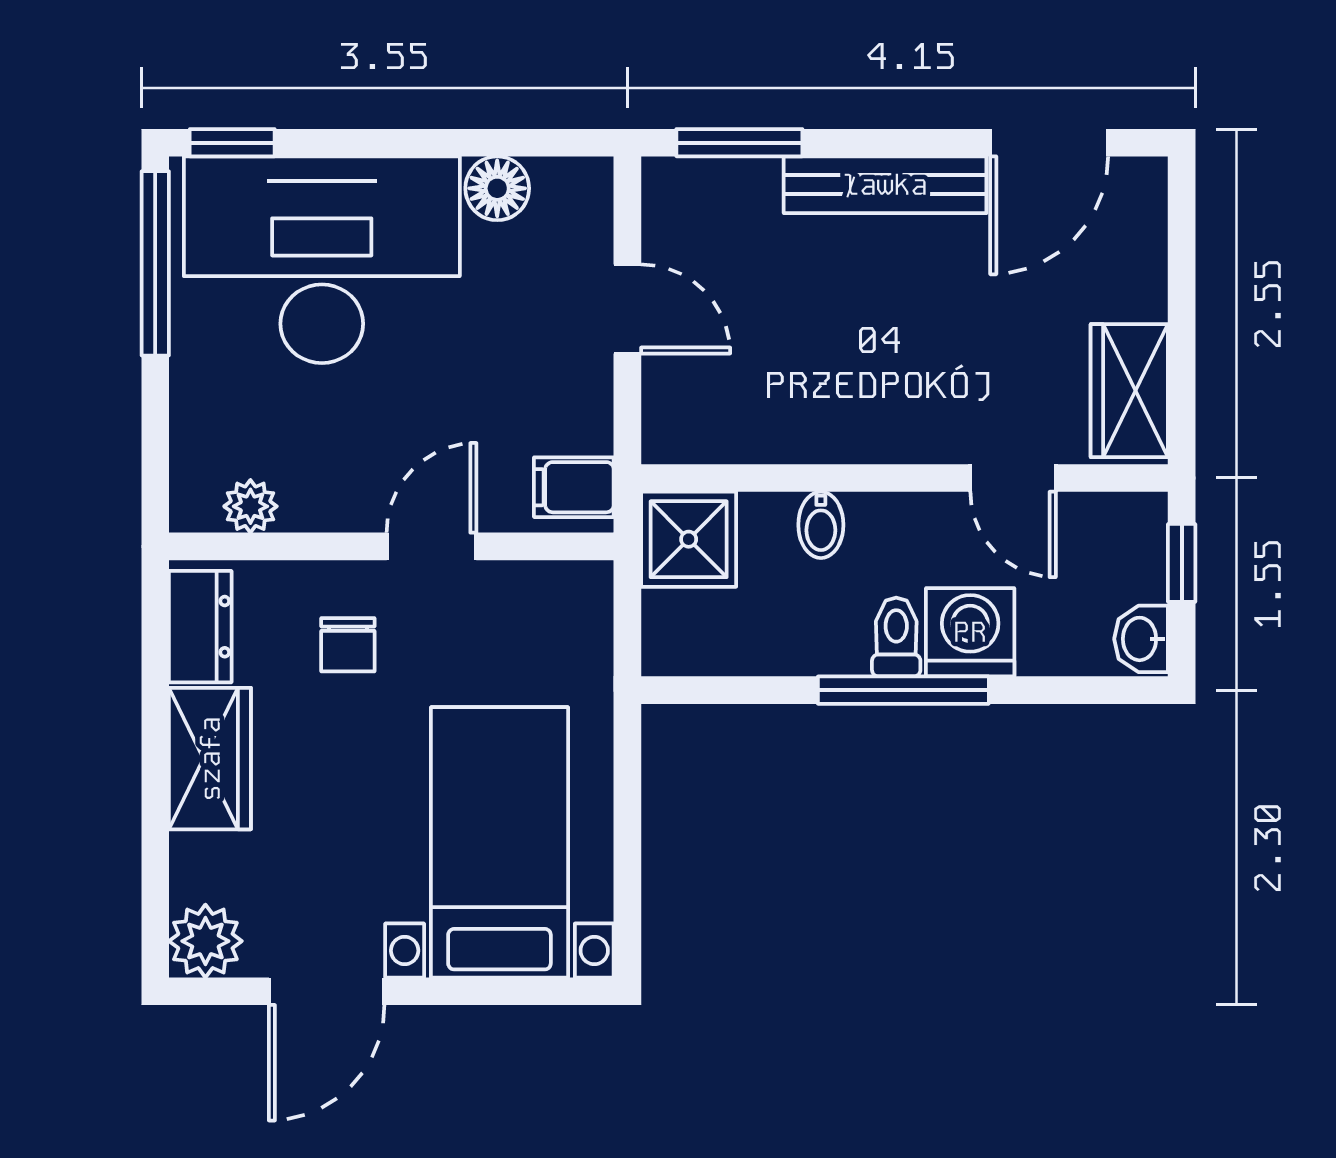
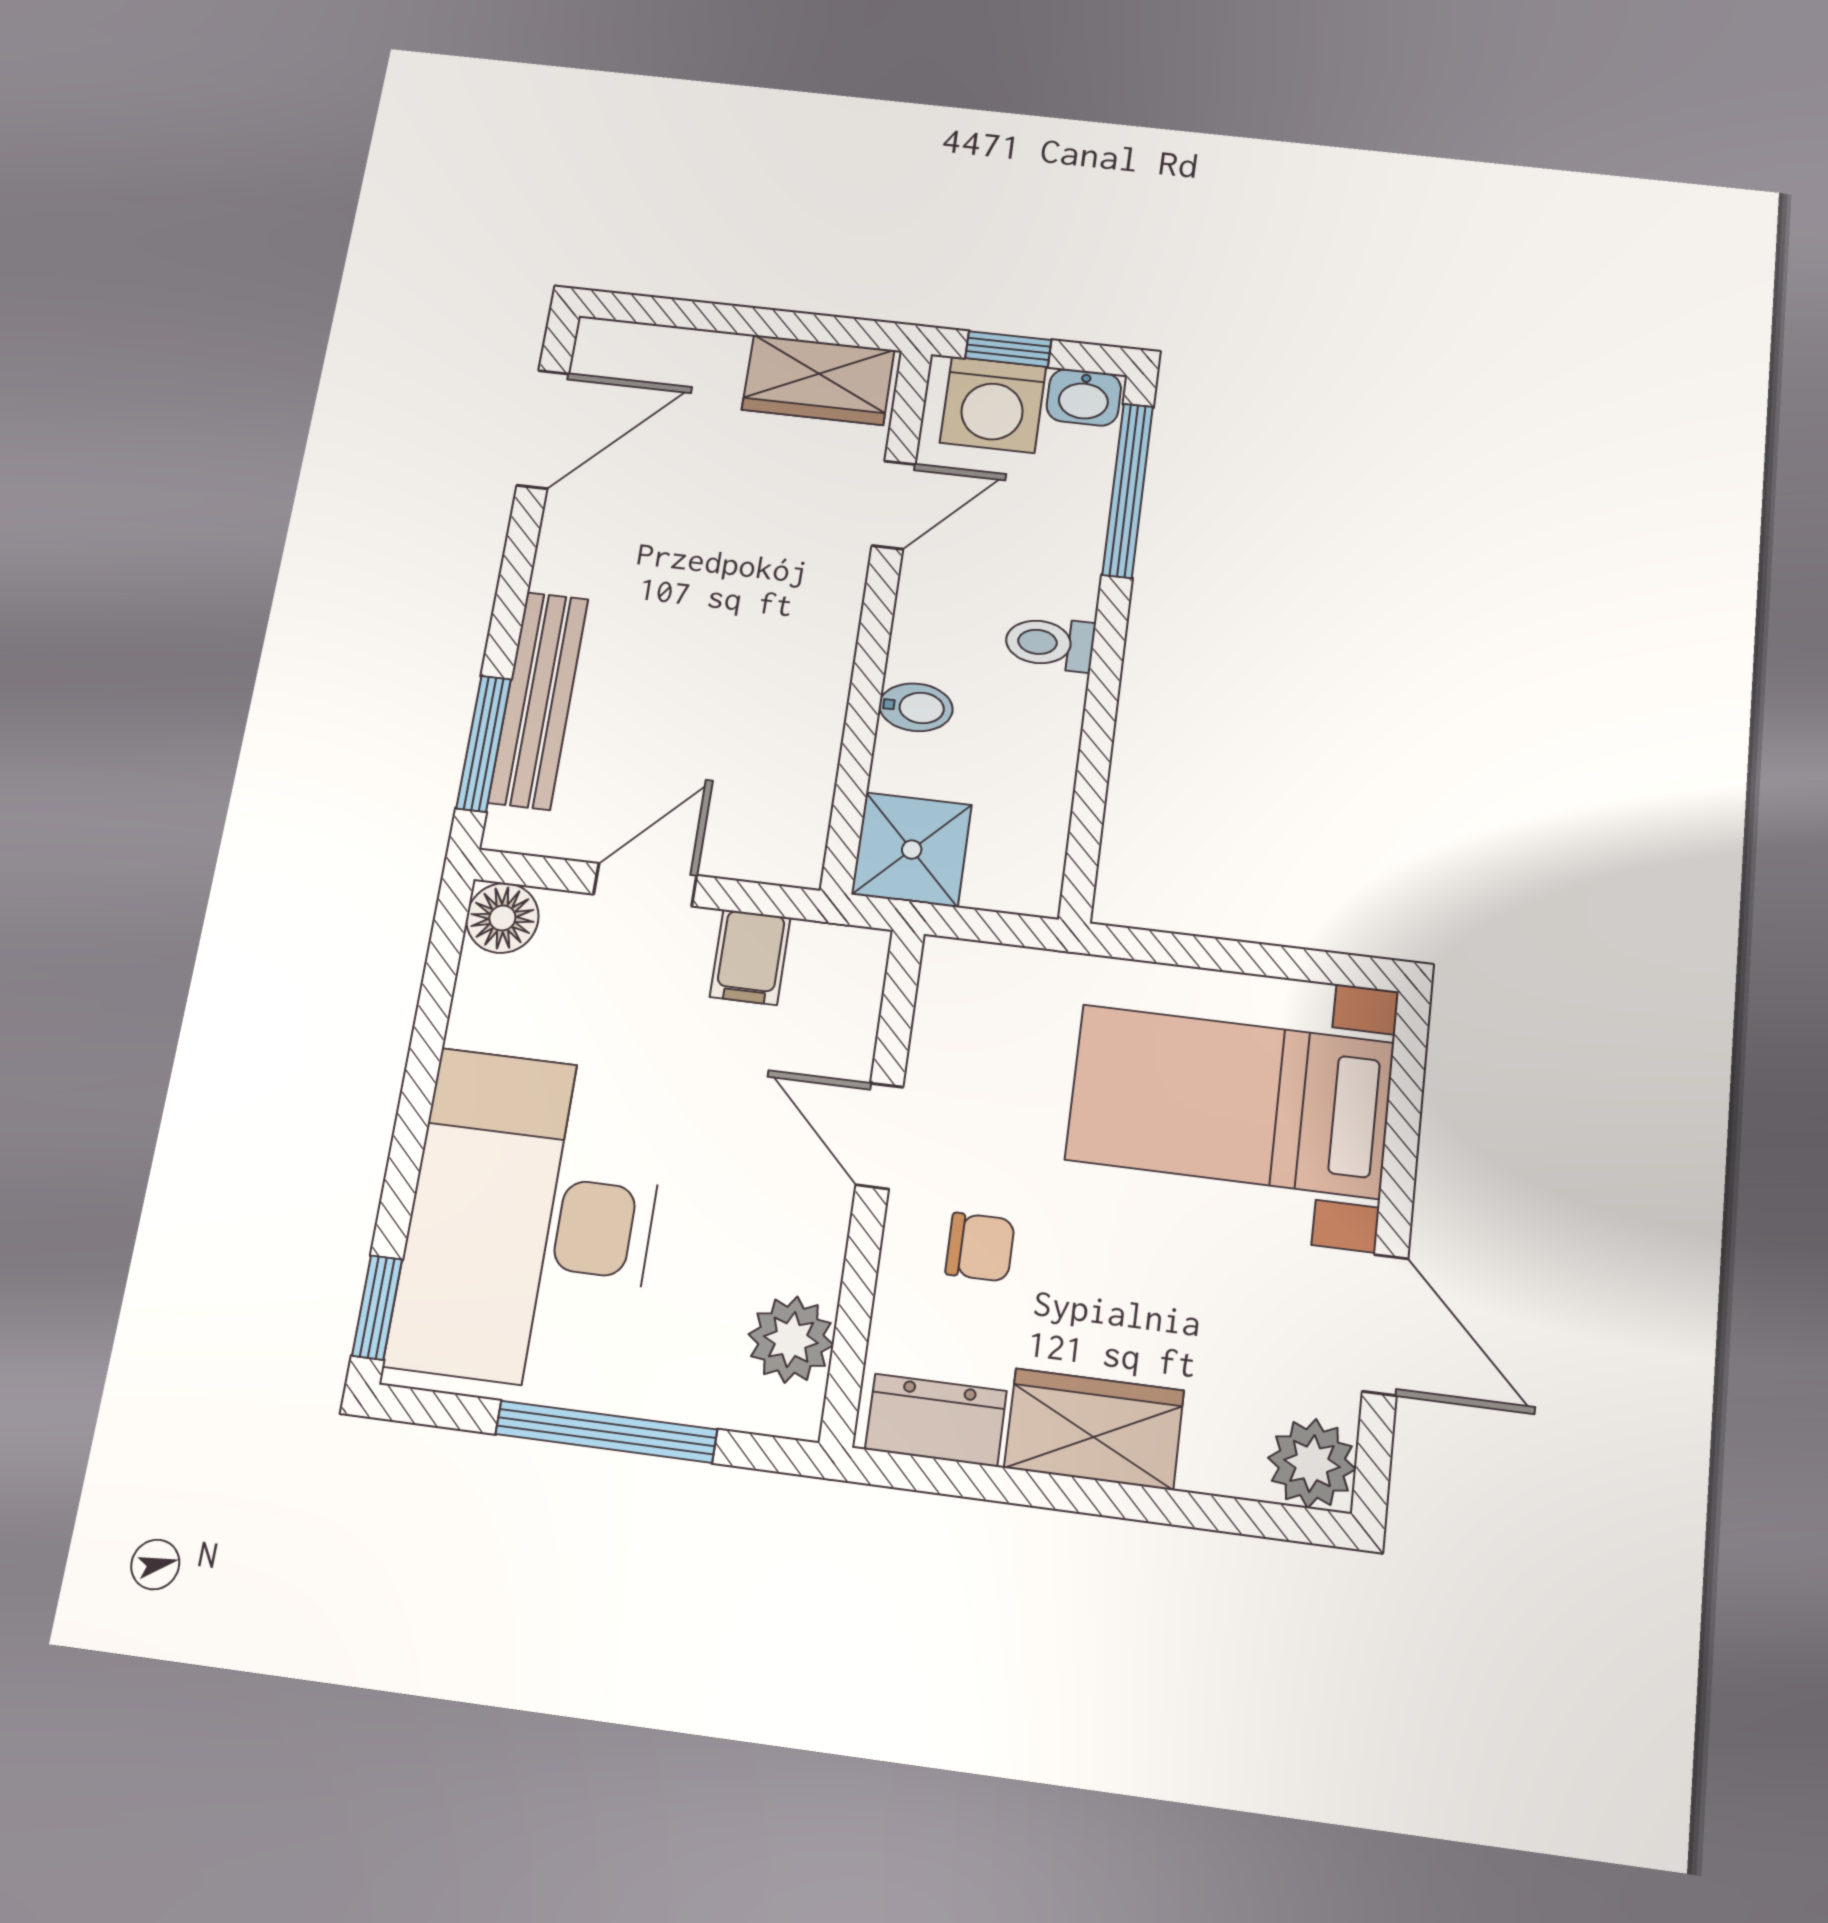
door: (1049, 143) -> (543, 429), hinge flipped
bench: (885, 185) -> (538, 700), moved
floor lamp: (497, 188) -> (502, 918), moved
window: (155, 263) -> (606, 1432), moved
filing cabinet: (574, 487) -> (750, 957), moved
plant: (250, 506) -> (791, 1340), width x1.38, depth x1.38
washing machine: (970, 632) -> (993, 405), moved, turned -90
window: (903, 690) -> (1128, 490), moved

